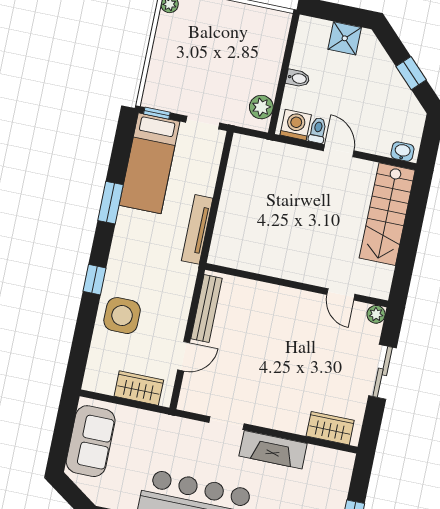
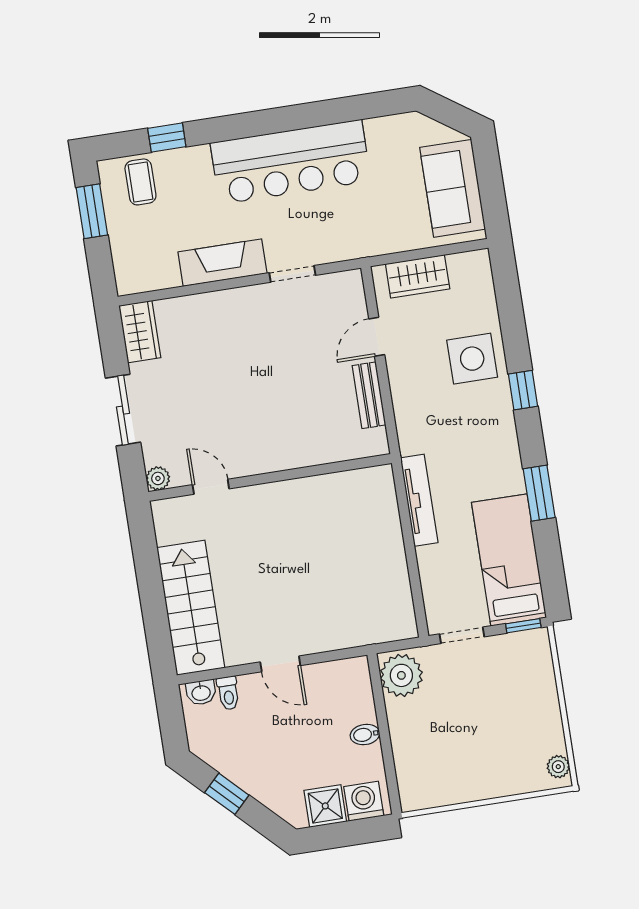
plant: (261, 107) -> (401, 675), width x1.36, depth x1.36
washing machine: (296, 125) -> (364, 801), moved, turned 180
toilet: (318, 130) -> (228, 693), moved
bench: (206, 308) -> (369, 395), width x0.73
wardrobe: (330, 428) -> (140, 332), moved, turned -90

